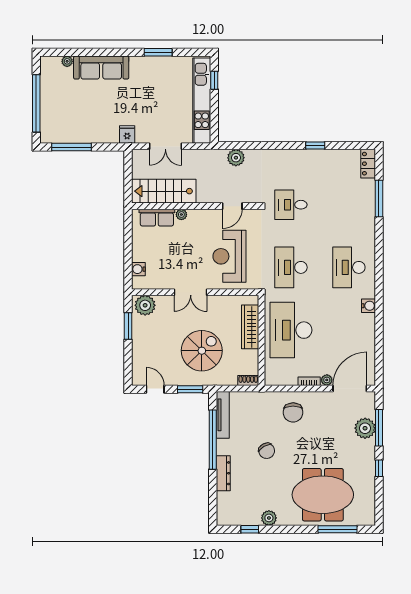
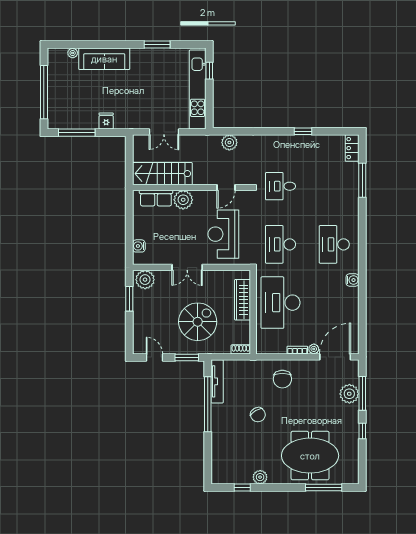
fridge: (127, 135) -> (106, 121), moved
plant: (181, 215) -> (183, 200), width x1.88, depth x1.88
dresser: (223, 473) -> (218, 436), removed

